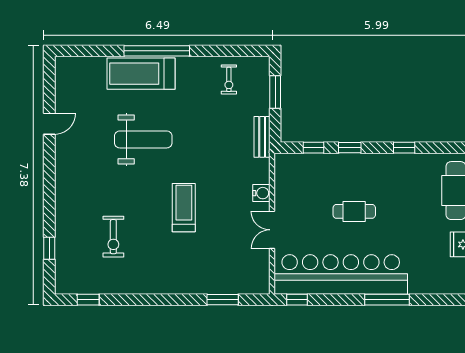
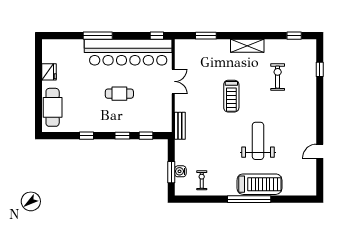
bench: (262, 137) -> (180, 126), moved
weight bench: (143, 139) -> (258, 141), turned 90
water cooler: (261, 193) -> (180, 171), moved
shelving: (160, 284) -> (247, 46), added

